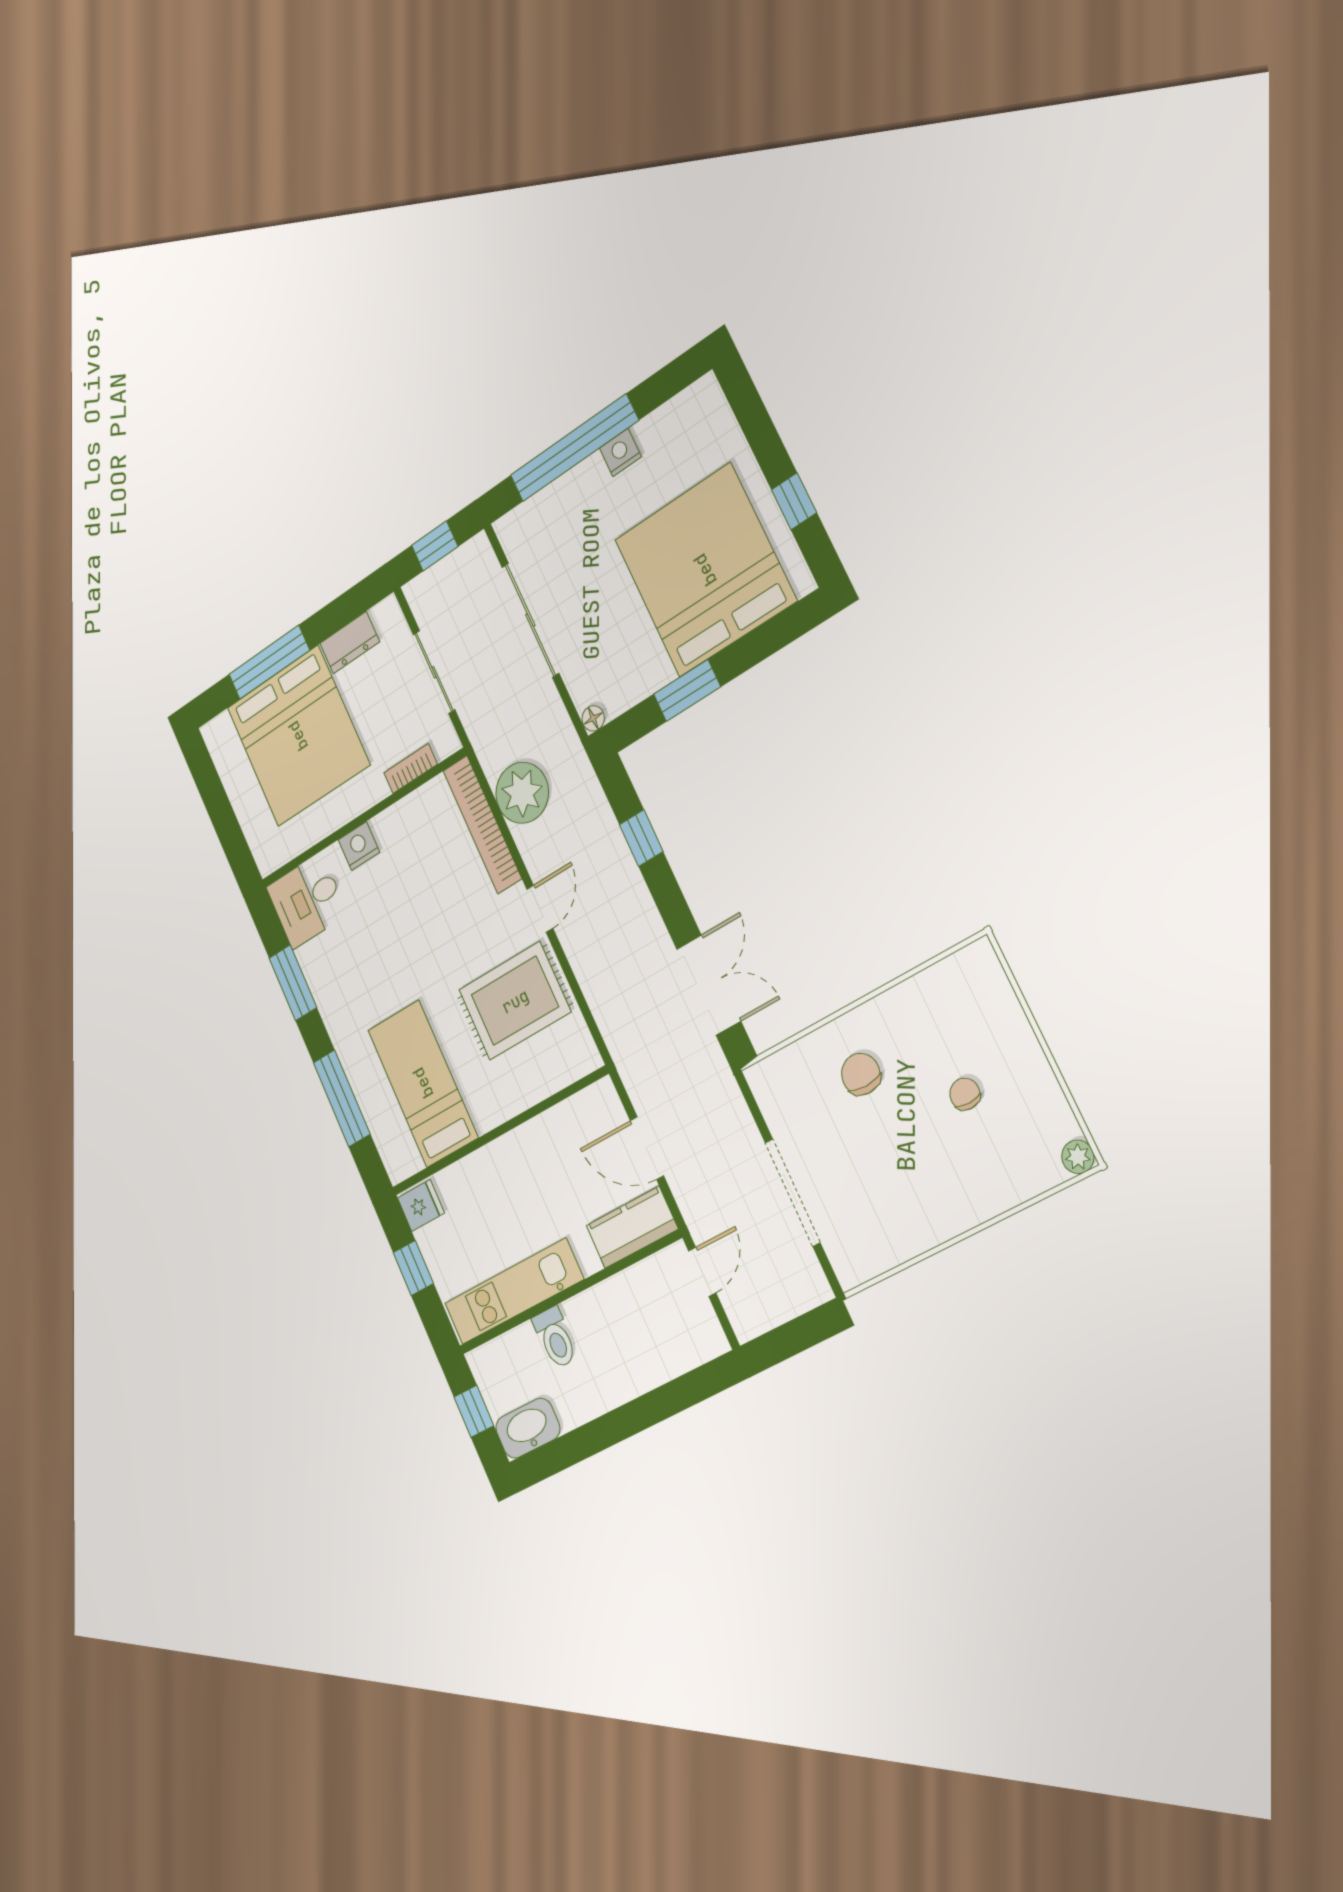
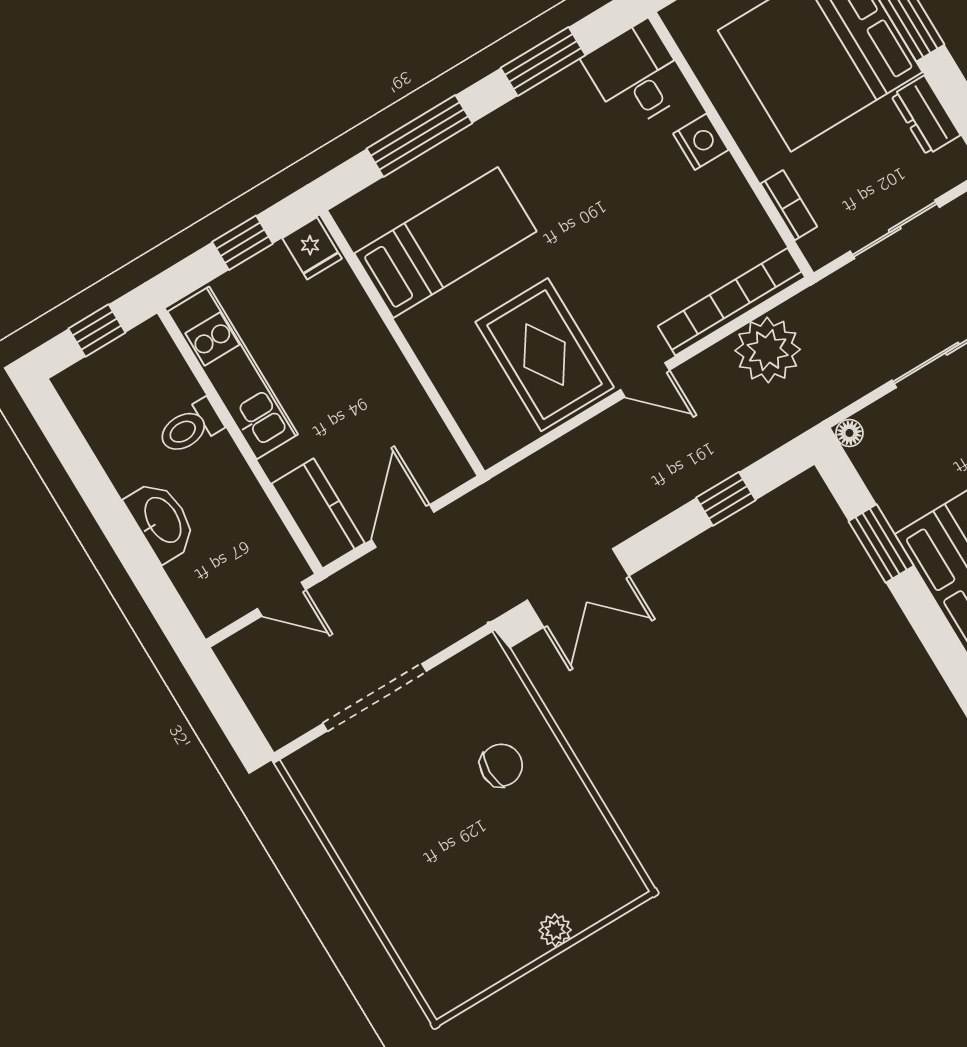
chair: (965, 1094) -> (491, 878), removed
plant: (1078, 1157) -> (555, 930), moved
washbasin: (528, 1428) -> (162, 521), moved

